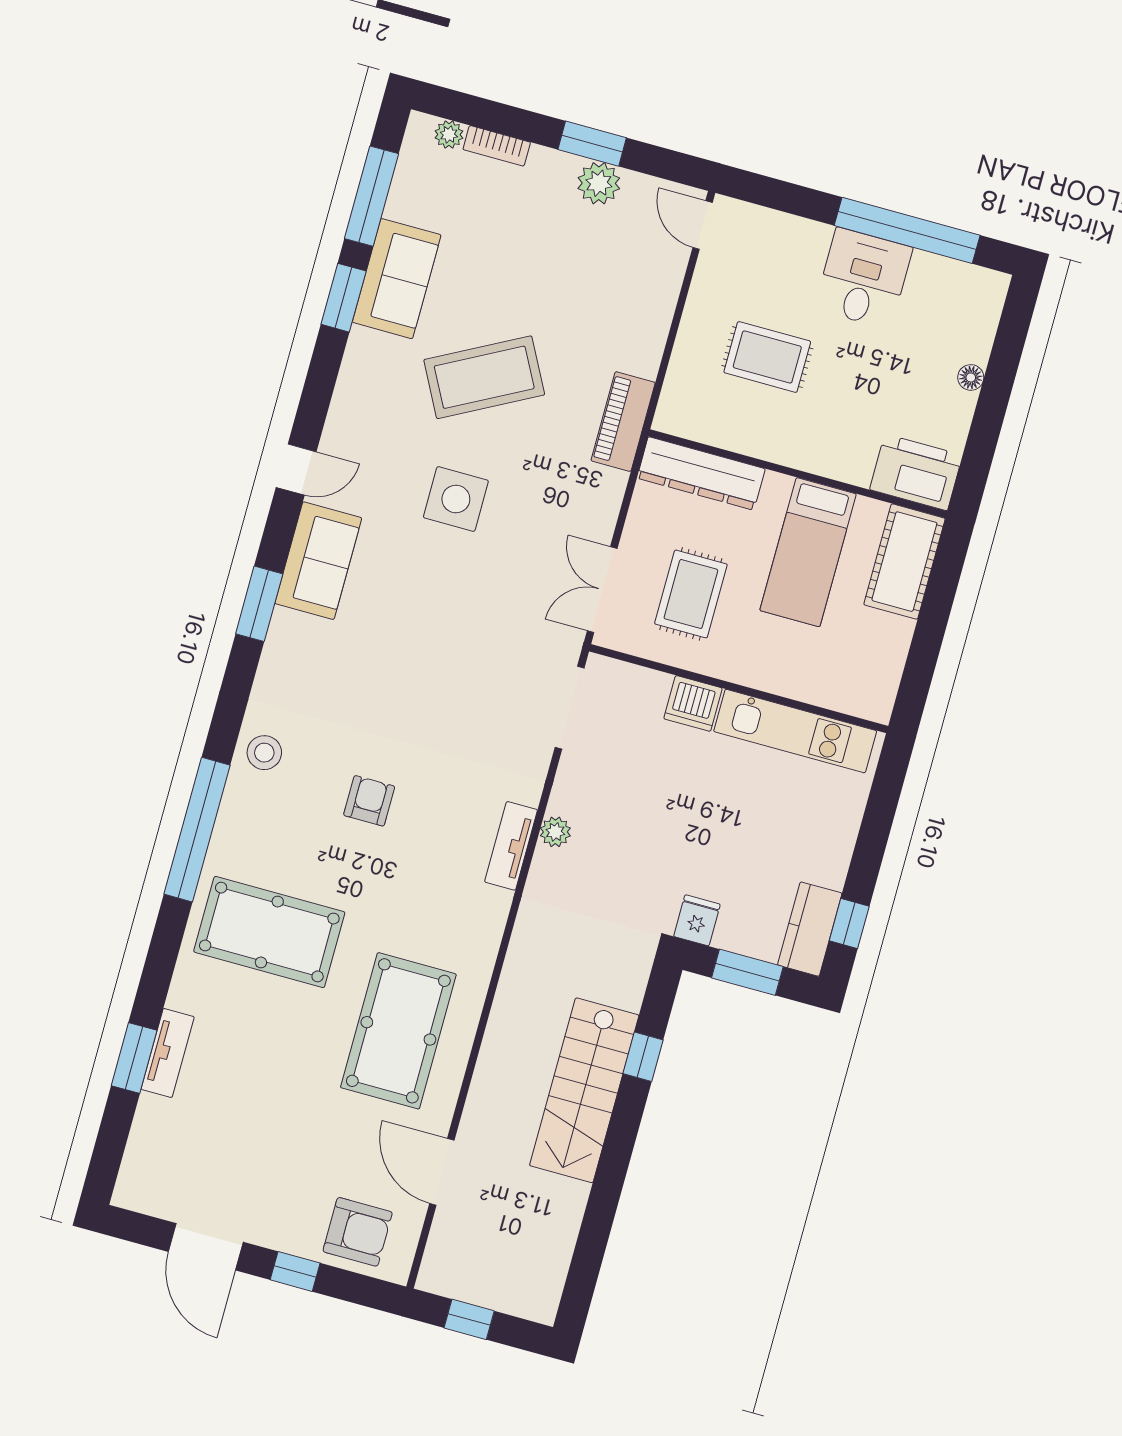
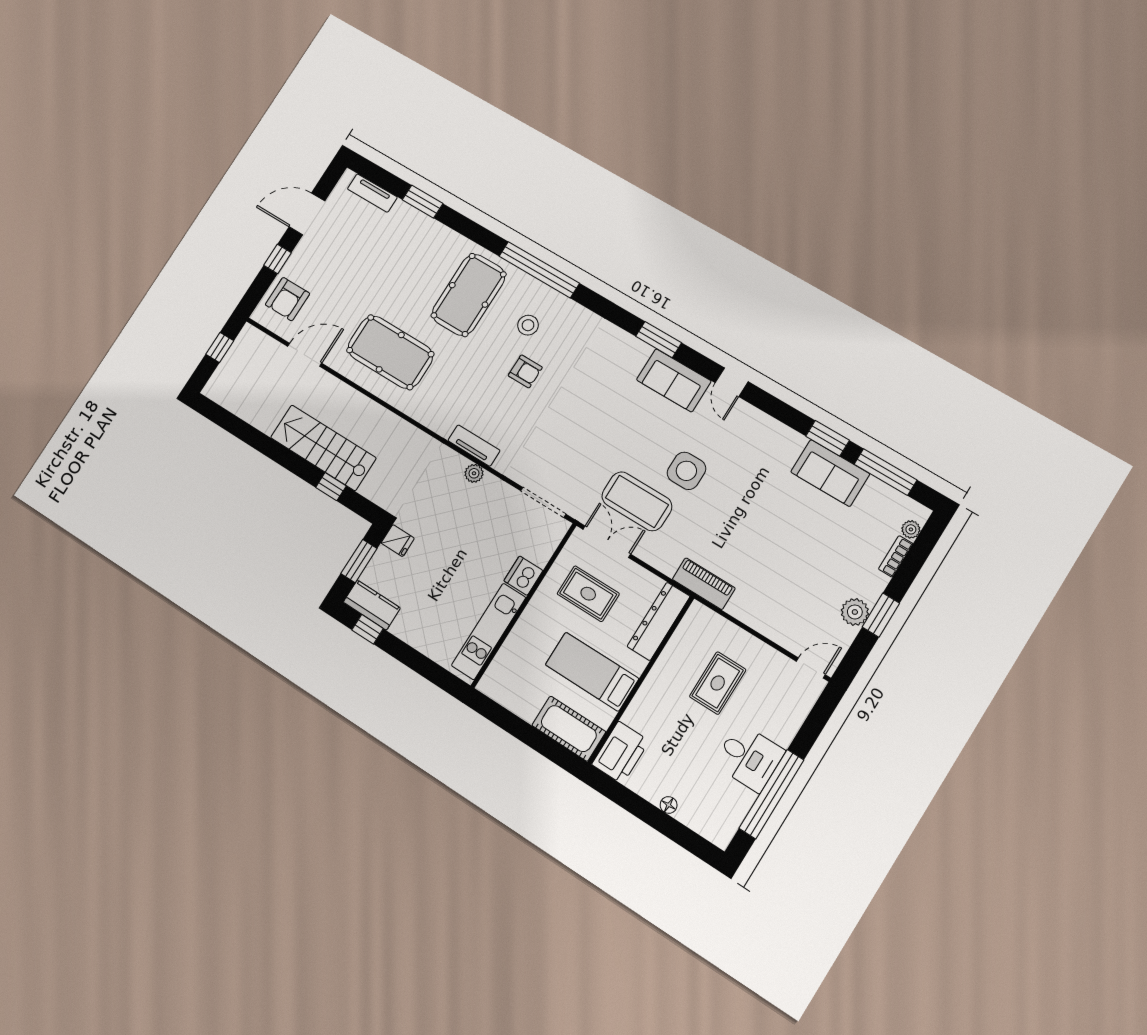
coffee table: (484, 377) -> (637, 501), moved, turned -62
stool: (264, 753) -> (528, 325), moved
tv unit: (168, 1053) -> (372, 193), moved

